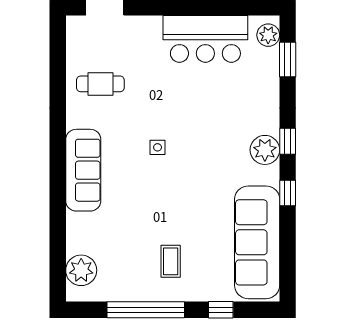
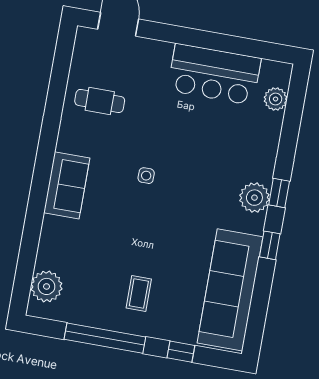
plant: (268, 35) -> (276, 99), moved
window: (288, 59) -> (294, 110), removed
sofa: (83, 170) -> (67, 185), width x0.73

